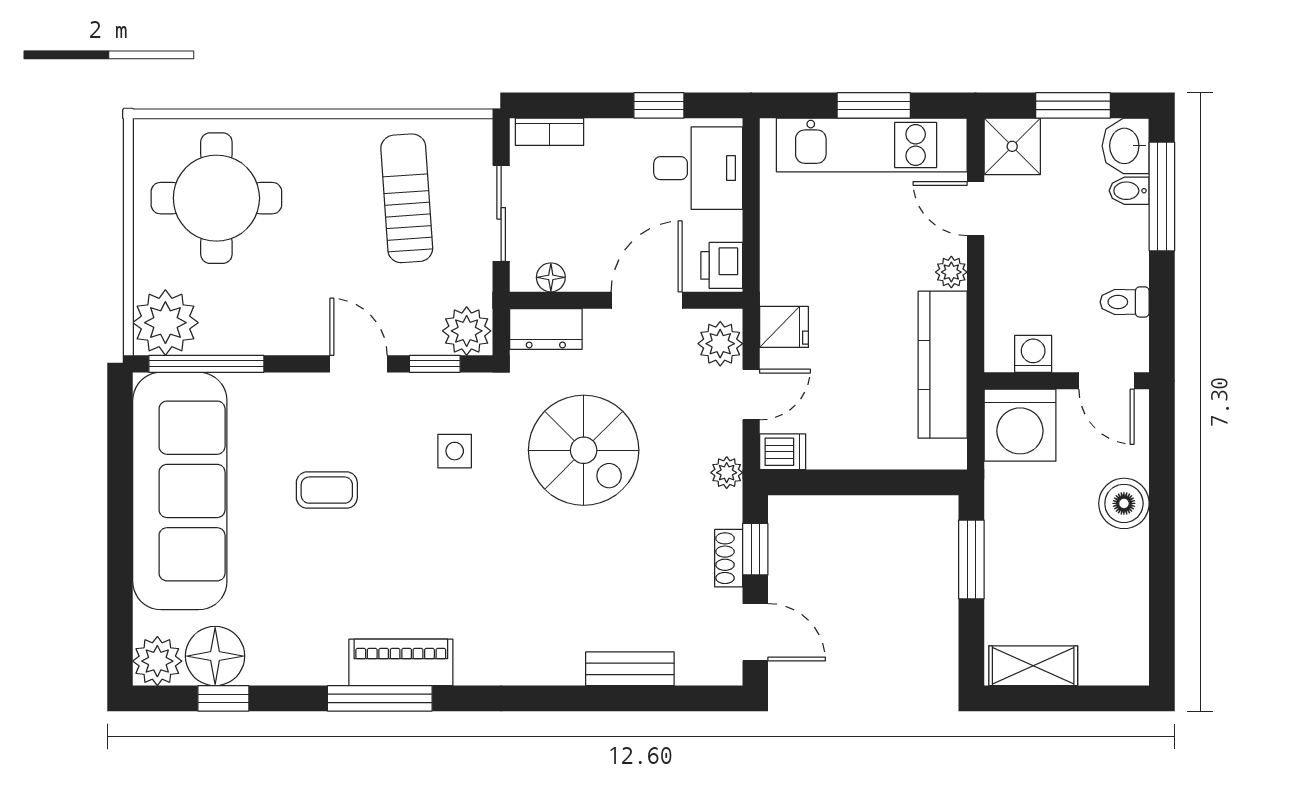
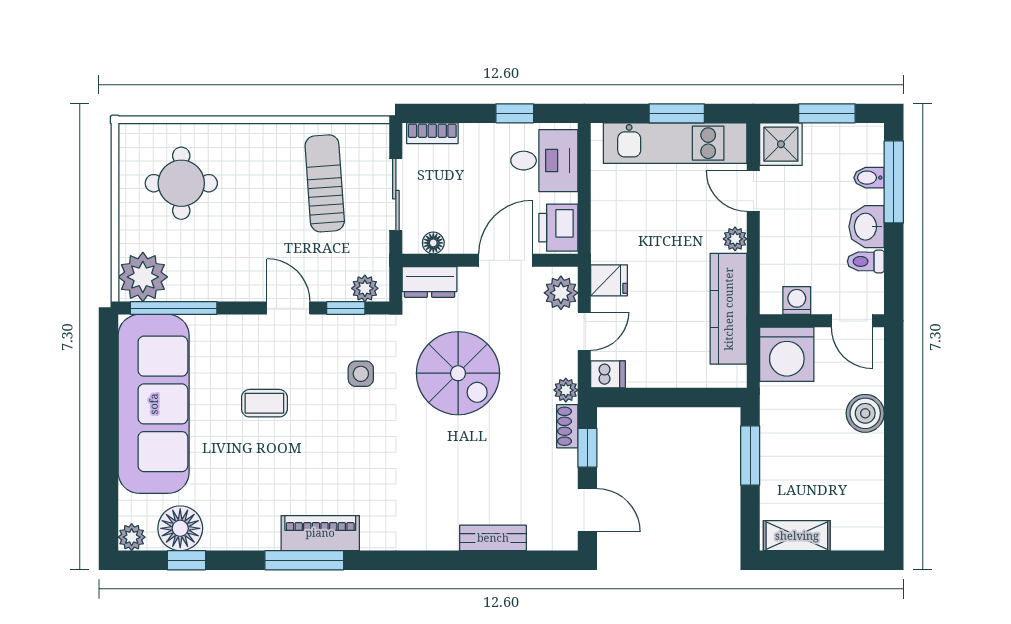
washbasin: (1126, 146) -> (867, 227), moved
round table: (216, 198) -> (181, 183), width x0.73, depth x0.73
printer: (722, 265) -> (558, 228), width x1.36, depth x1.24
plant: (467, 331) -> (365, 288), width x0.73, depth x0.73
shoe rack: (729, 558) -> (567, 426), moved
plant: (157, 661) -> (132, 537), width x0.73, depth x0.73

